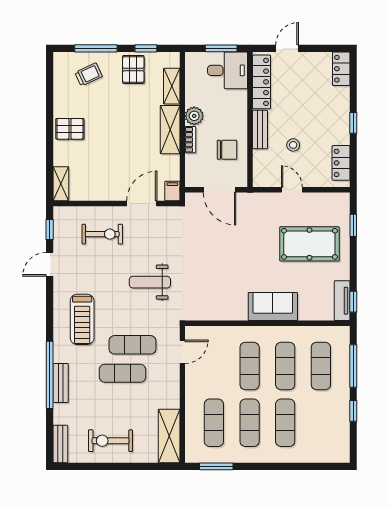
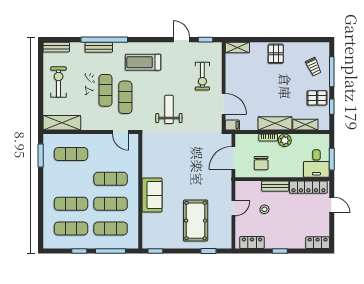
tv unit: (342, 301) -> (156, 243), removed
exercise mat: (250, 423) -> (71, 228), moved

